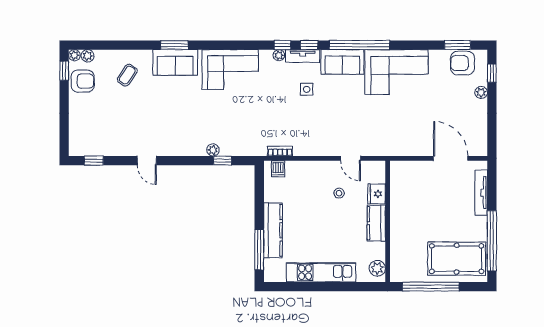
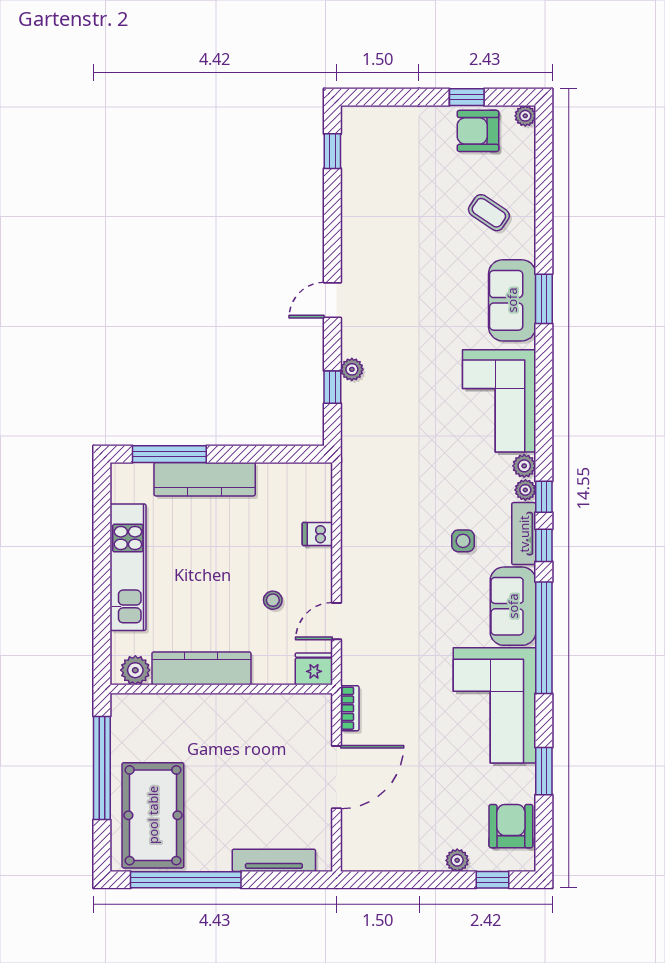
window: (457, 45) -> (544, 771), moved
plant: (88, 56) -> (524, 466), moved
window: (64, 71) -> (467, 97), moved
armchair: (83, 81) -> (478, 131), turned 90
bookcase: (280, 151) -> (350, 708), moved
door: (451, 158) -> (337, 777), moved
door: (147, 161) -> (332, 300), moved
dishwasher: (278, 169) -> (317, 534), moved
fridge: (377, 194) -> (314, 669), moved
kitchen counter: (376, 223) -> (201, 668), width x1.50

